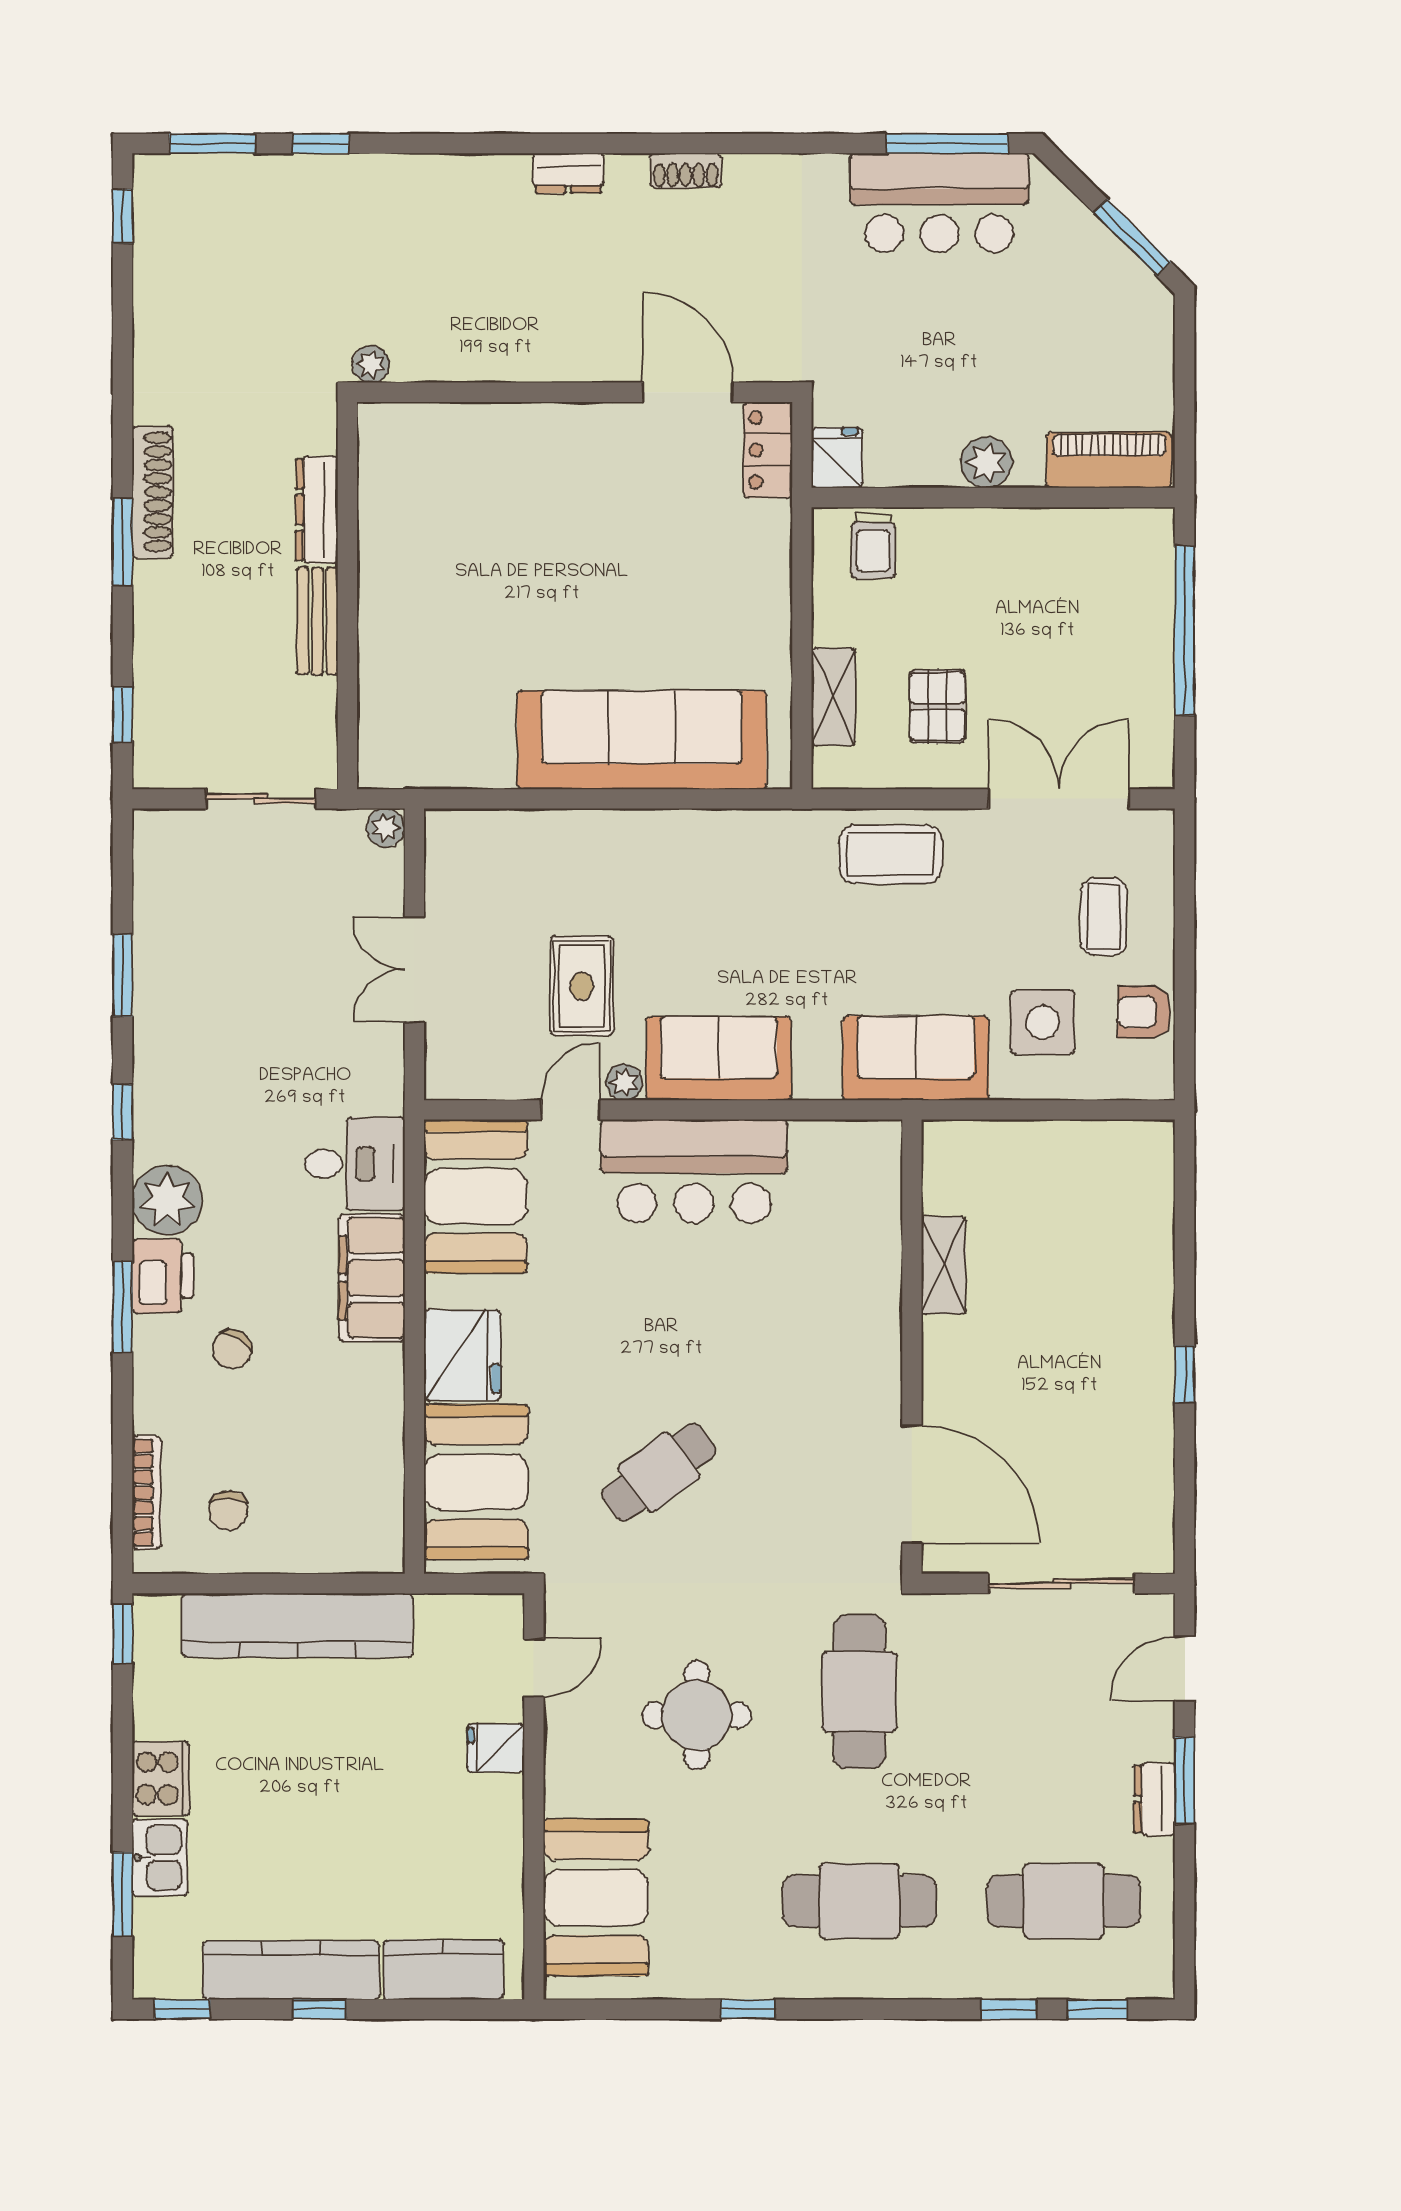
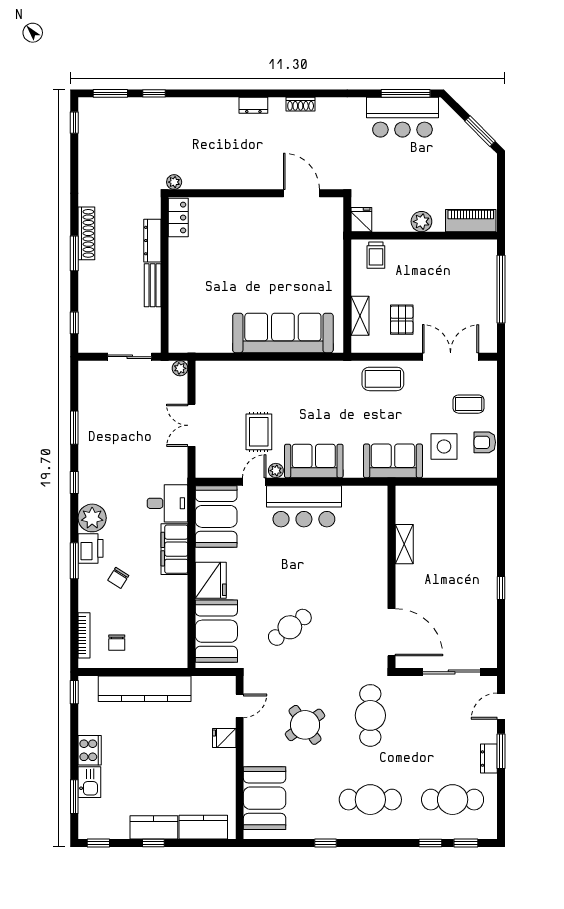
locker: (768, 450) -> (178, 218), moved, turned 180
coffee table: (1104, 917) -> (469, 404), turned 90
round table: (697, 1715) -> (305, 725), turned -36
kitchen counter: (291, 1970) -> (154, 827), width x0.67

